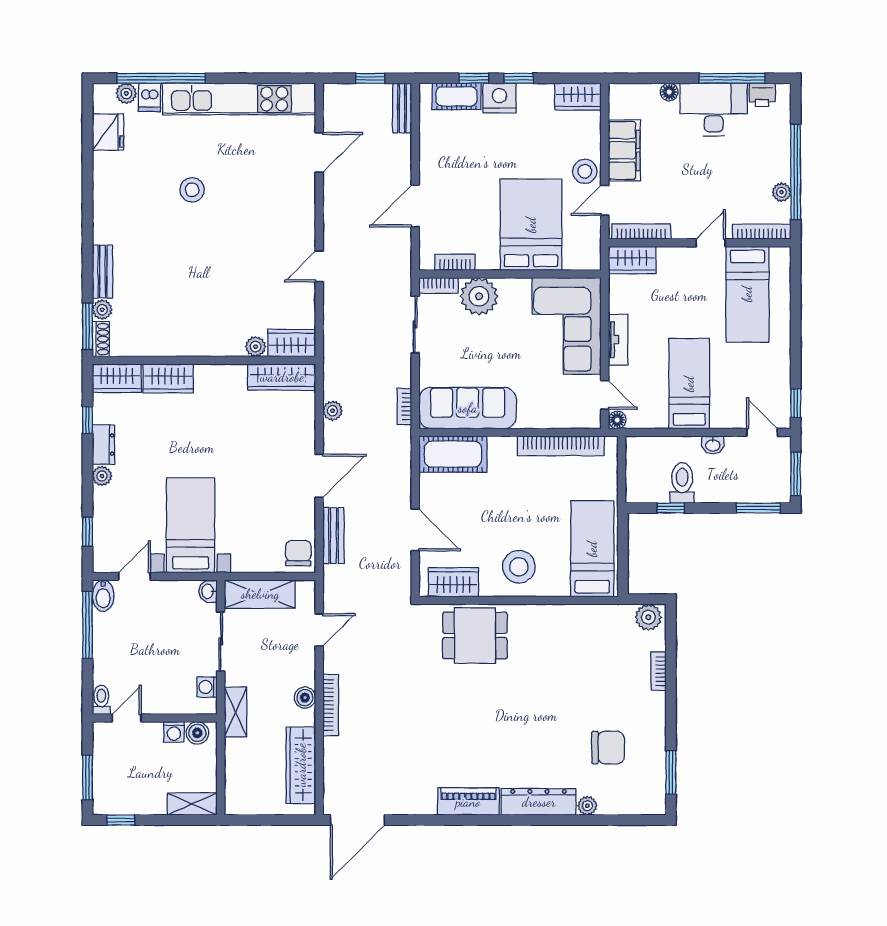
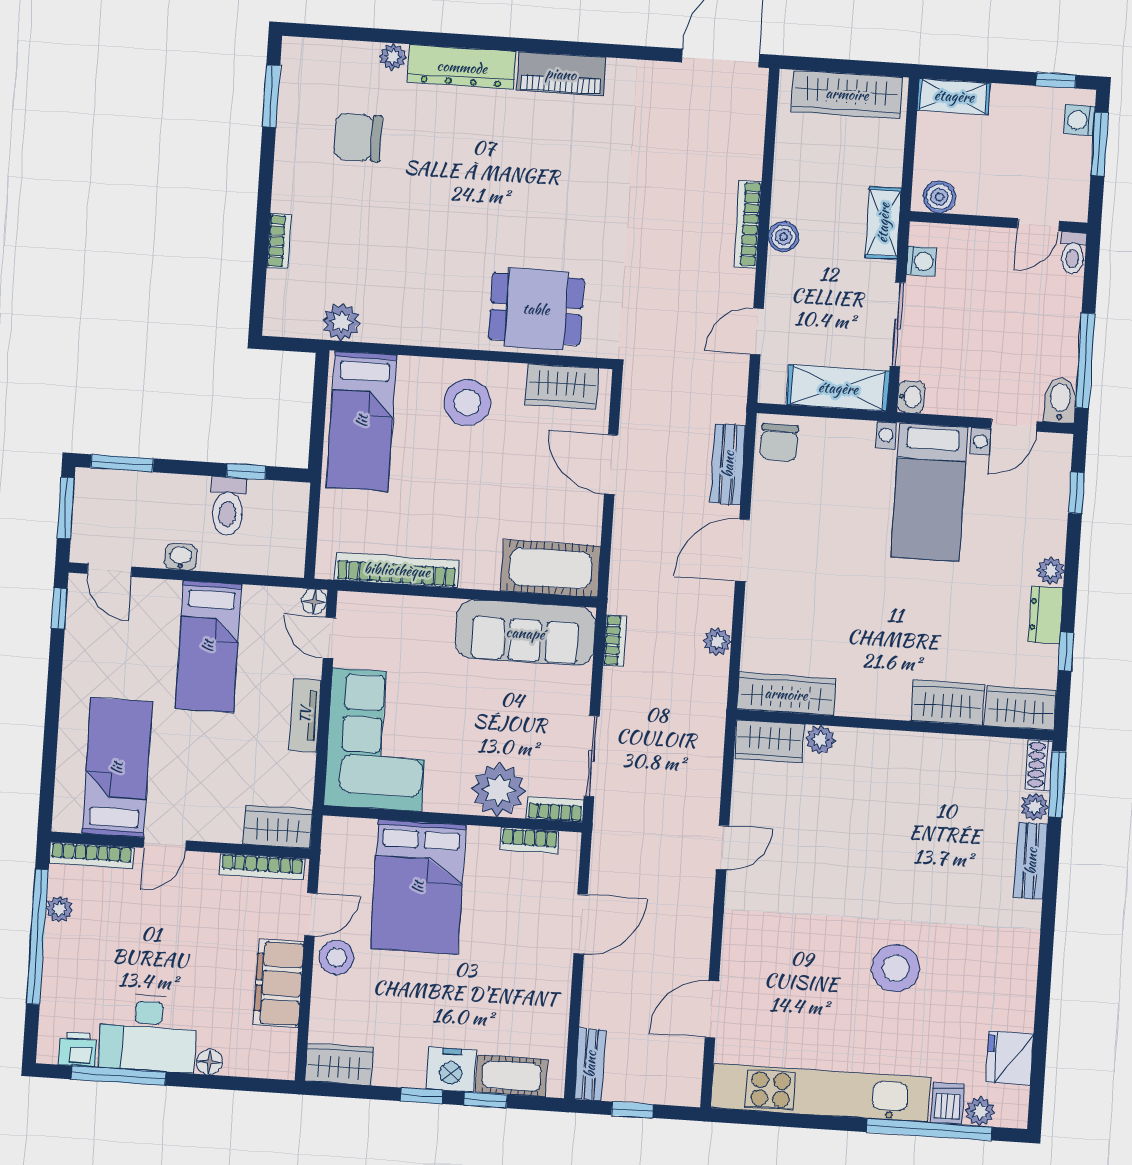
stool: (192, 190) -> (896, 968), width x1.38, depth x1.38
plant: (648, 617) -> (341, 322), moved
washing machine: (174, 732) -> (1080, 120), moved, turned -90
wardrobe: (301, 765) -> (847, 94), moved, turned 90

